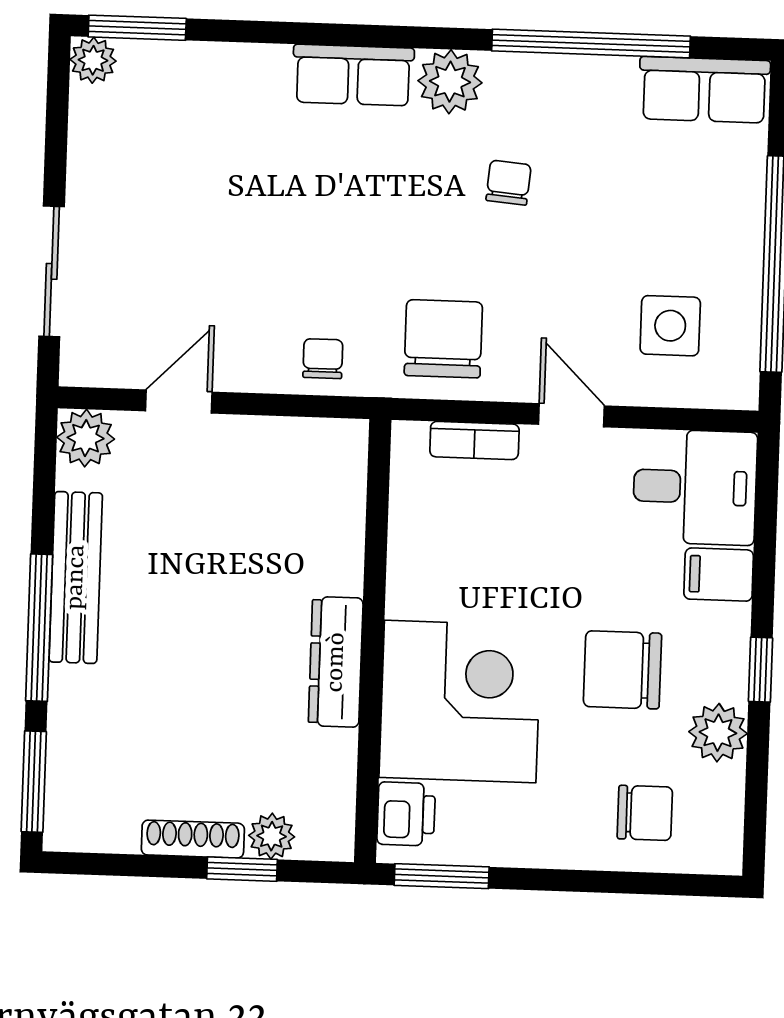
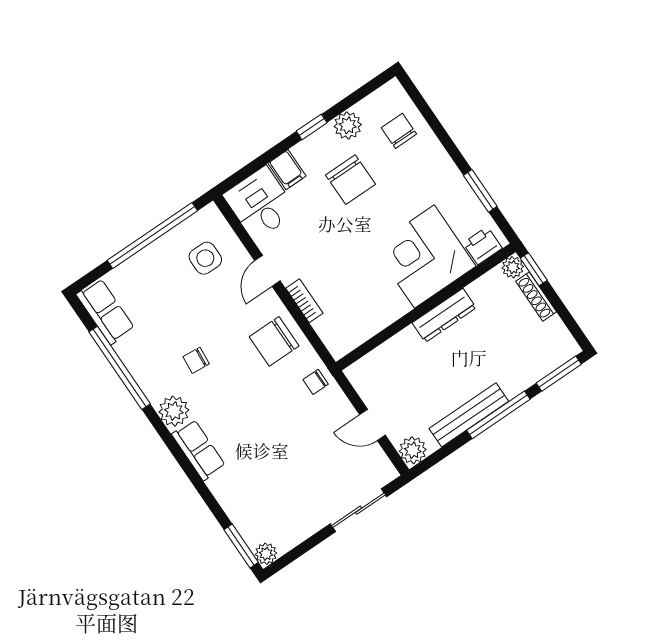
wall: (373, 641) -> (426, 307), moved
dresser: (336, 662) -> (444, 315), moved
corner desk: (460, 701) -> (424, 257), moved
printer: (406, 814) -> (483, 246), moved

